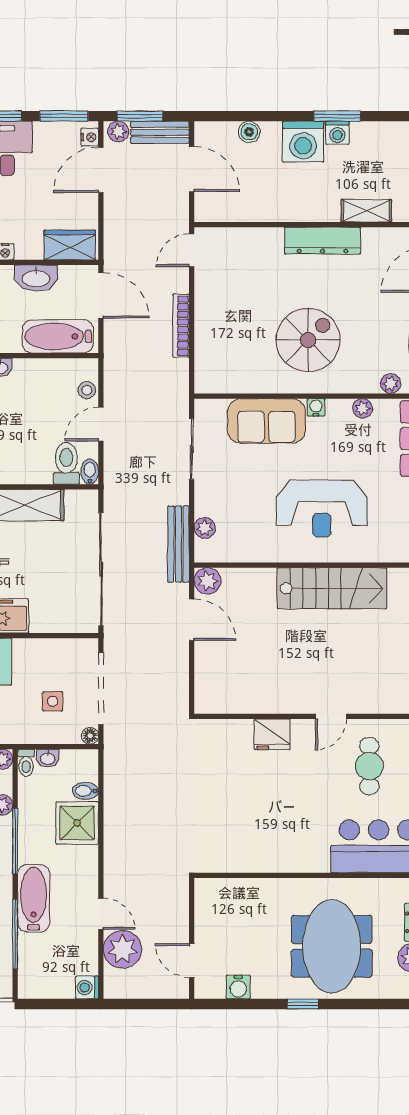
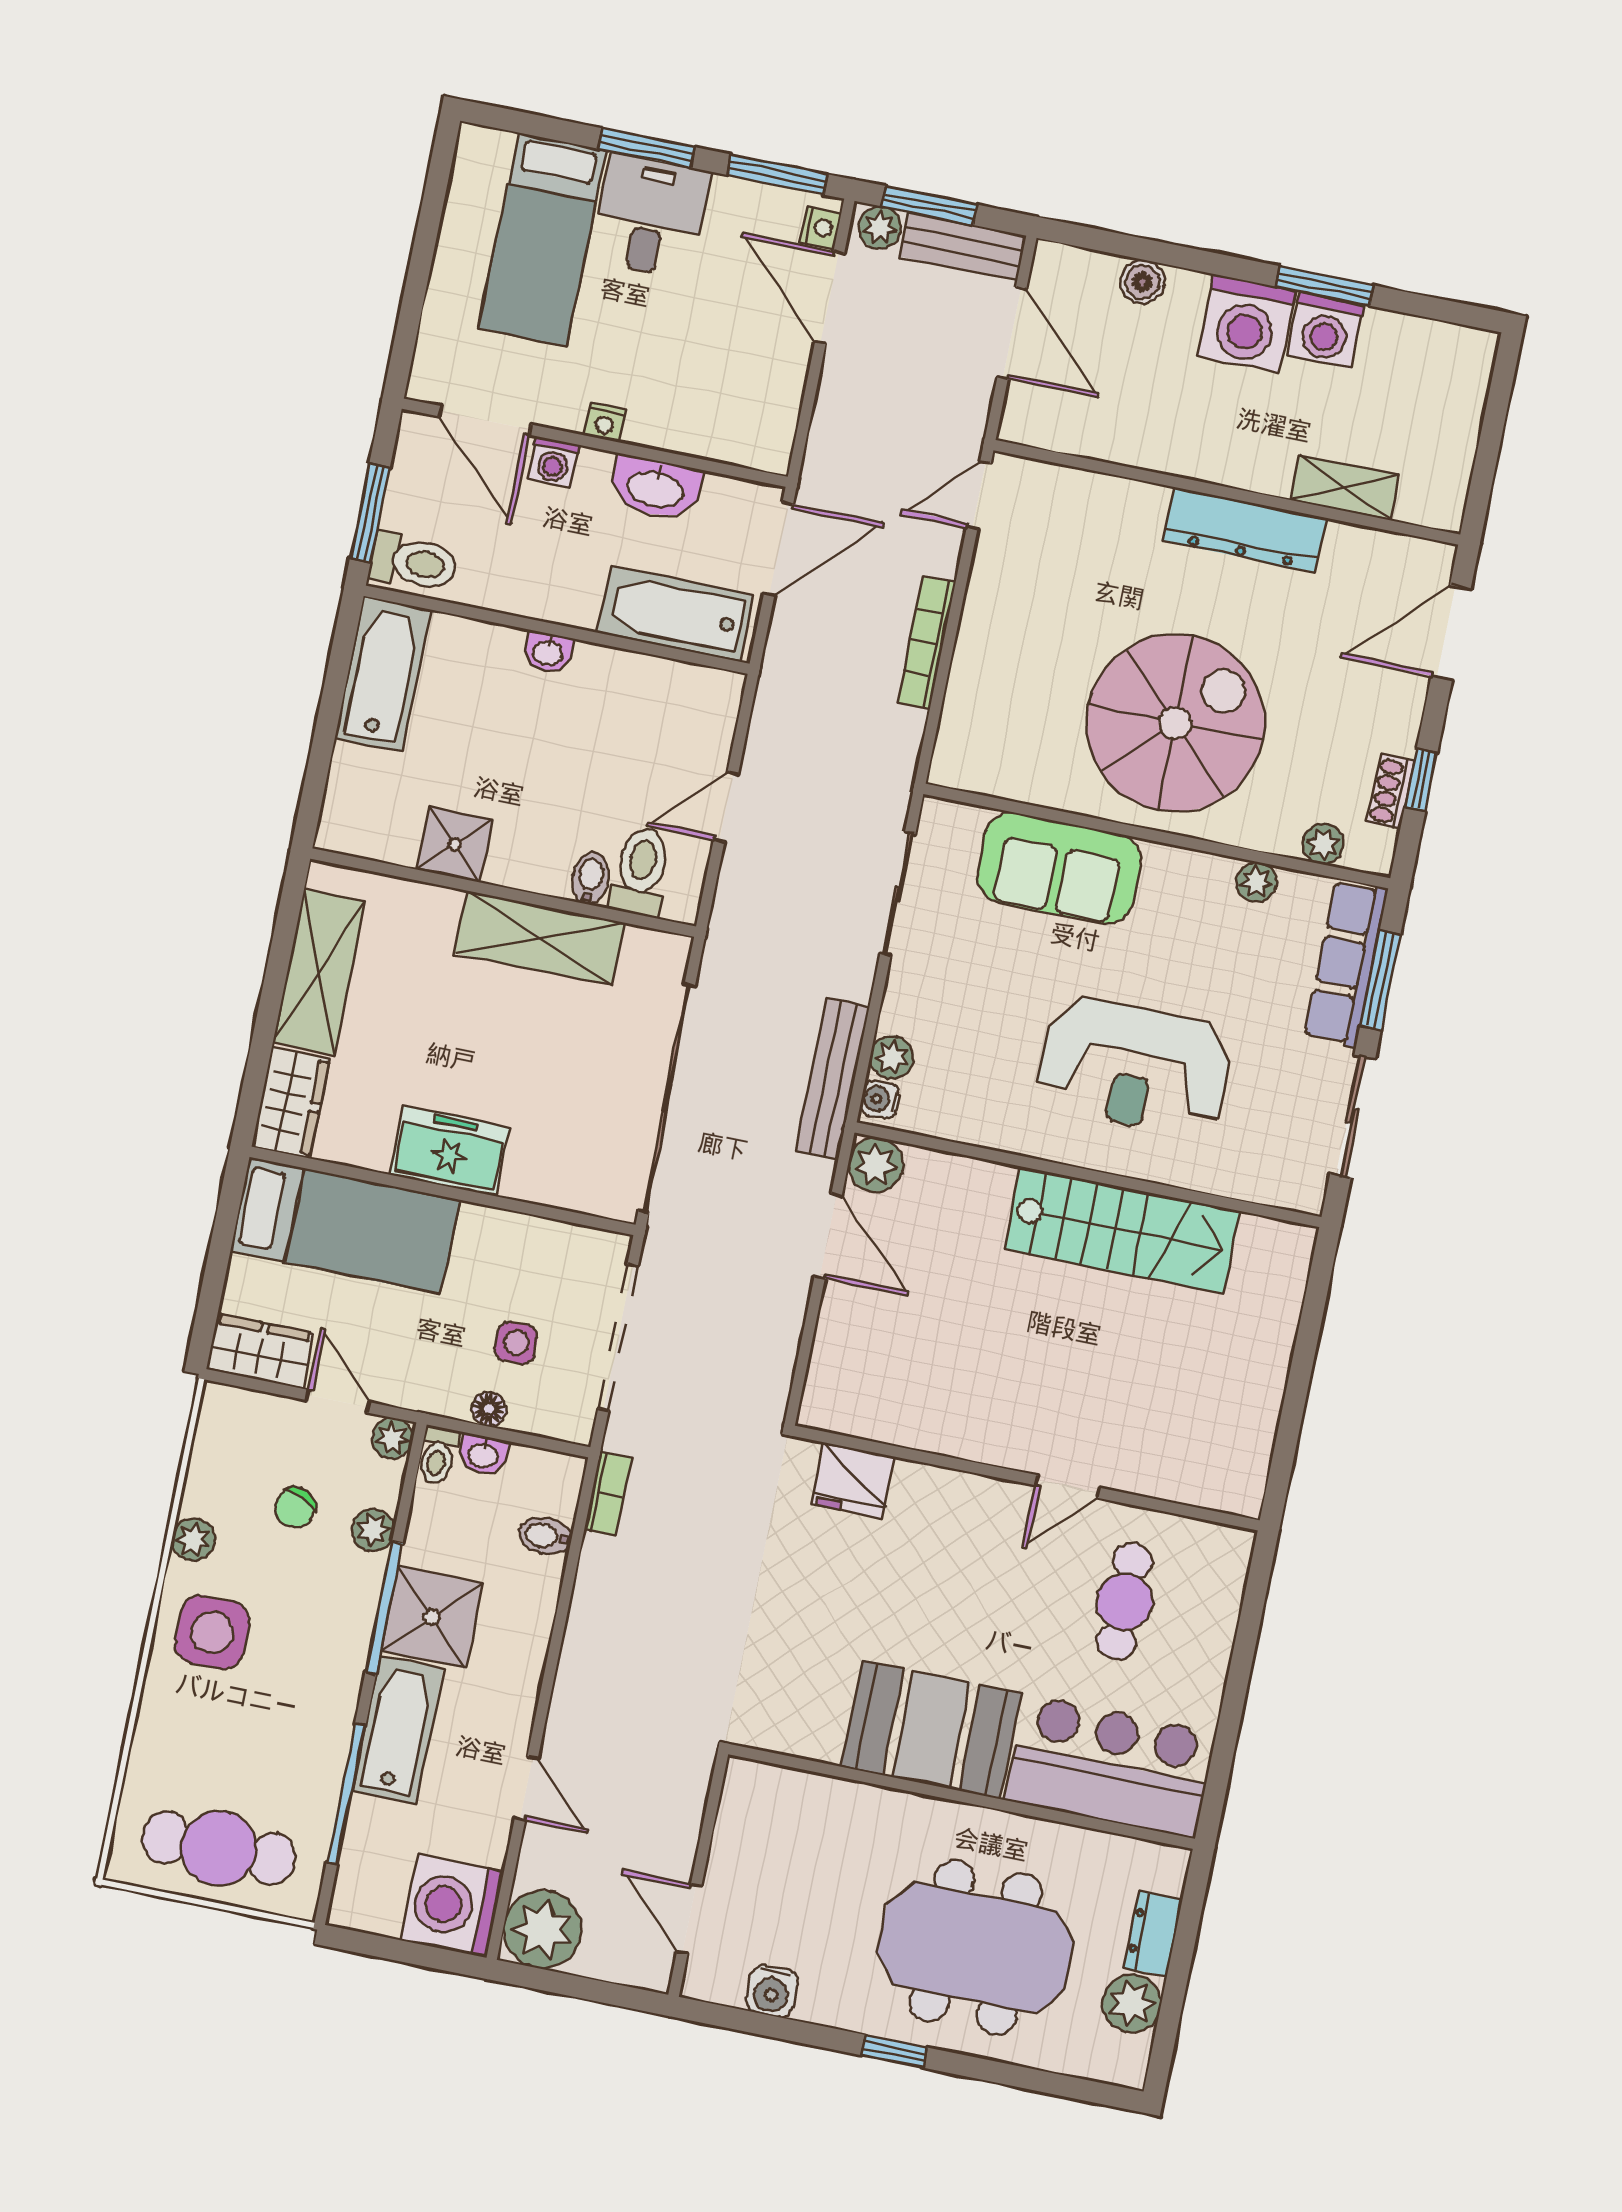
washing machine: (337, 133) -> (1326, 330), width x1.38, depth x1.38
door: (101, 170) -> (829, 298), hinge flipped
wardrobe: (70, 245) -> (736, 435), removed
door: (101, 295) -> (778, 549), hinge flipped
spiral stairs: (308, 340) -> (1175, 723), width x1.37, depth x1.37
stool: (87, 390) -> (712, 733), removed
water cooler: (316, 407) -> (880, 1099), moved, turned -90
bidet: (90, 472) -> (590, 879), moved
fridge: (272, 734) -> (853, 1480), moved
floor lamp: (90, 736) -> (489, 1409), moved
bookcase: (111, 765) -> (608, 1494), added
shower: (77, 823) -> (432, 1617), moved
booth: (289, 846) -> (931, 1730), added
meeting table: (332, 946) -> (976, 1948), turned 90
plant: (122, 949) -> (543, 1929), moved
washing machine: (87, 988) -> (452, 1906), width x1.89, depth x1.89

